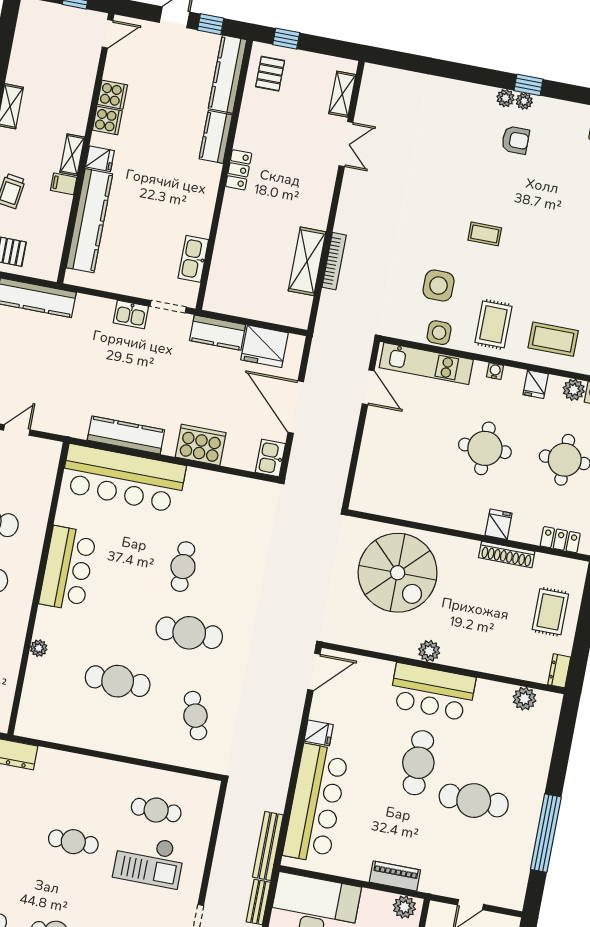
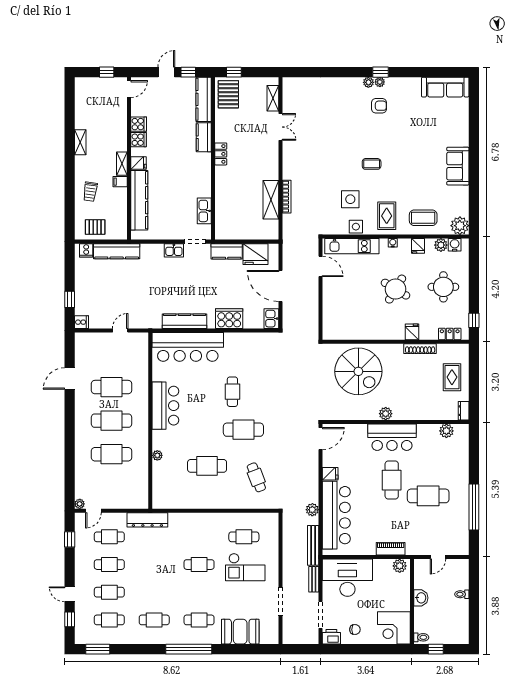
pallet: (270, 74) -> (228, 94), width x1.50, depth x1.42
round table: (485, 448) -> (396, 289), turned 31
plant: (278, 787) -> (312, 510), added

